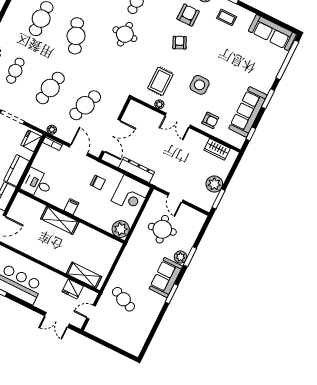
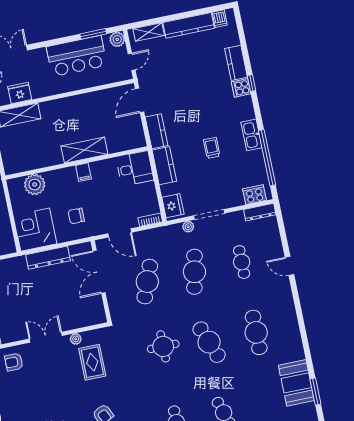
round table: (125, 34) -> (163, 346), moved
side table: (200, 85) -> (51, 388), removed
plant: (52, 130) -> (188, 227), moved
plant: (121, 229) -> (35, 184), moved

